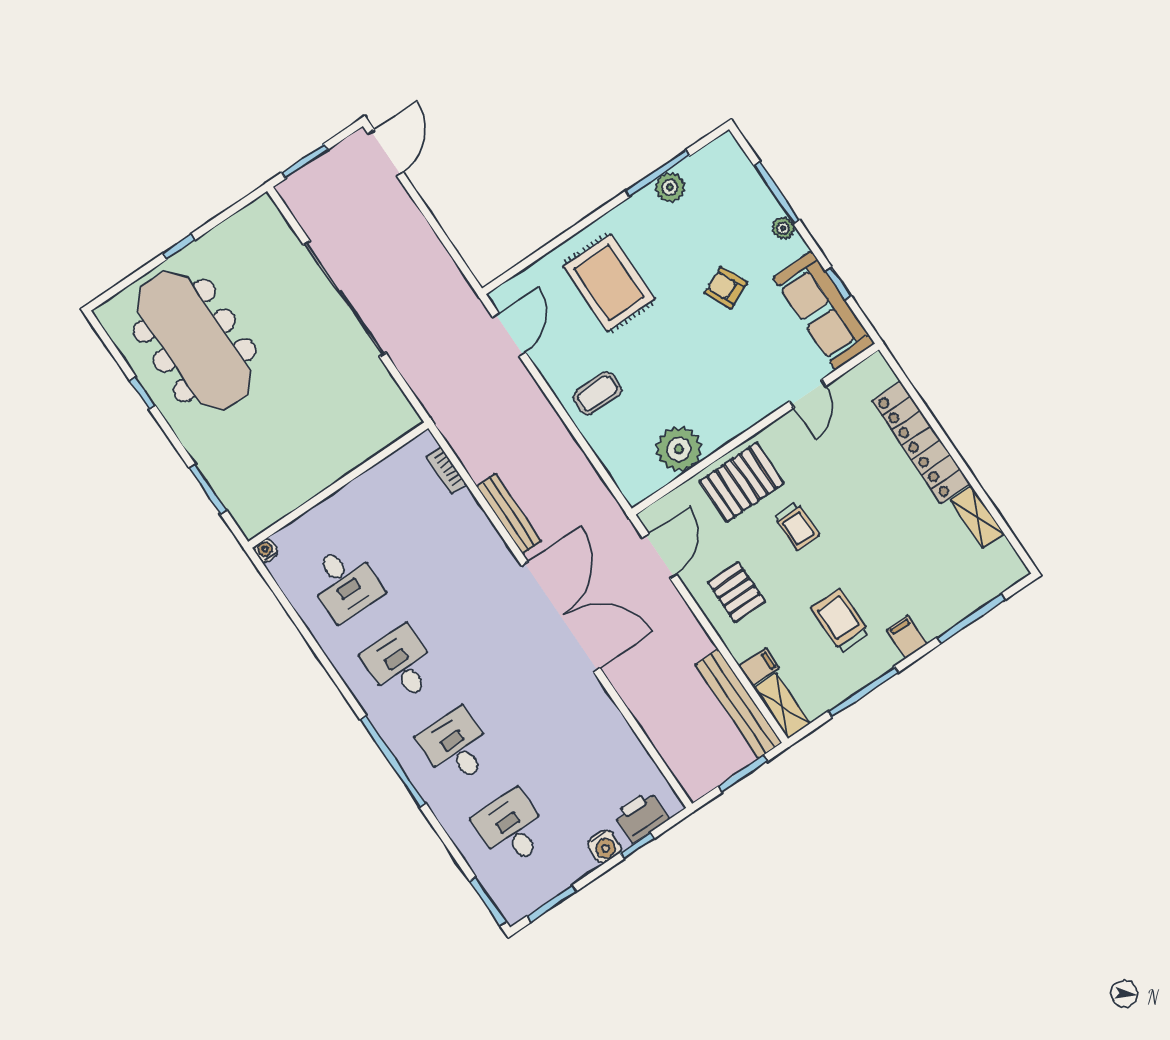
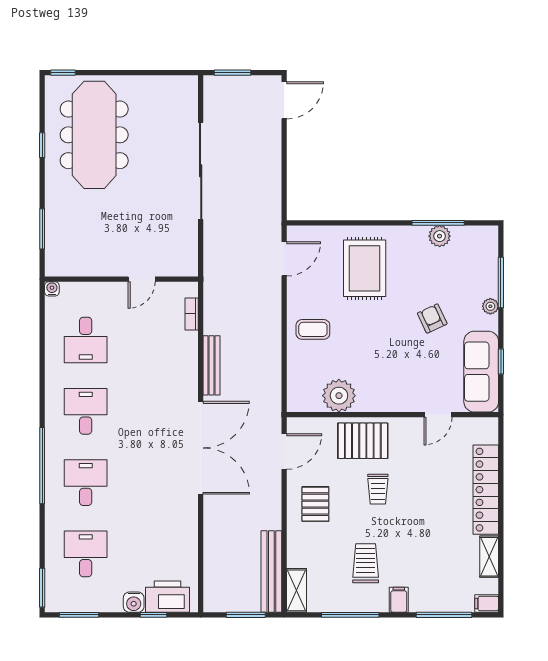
window: (179, 247) -> (63, 73), moved
door: (361, 469) -> (142, 279), added
filing cabinet: (759, 667) -> (487, 603), moved, turned 180
printer: (641, 817) -> (168, 597), width x1.37, depth x1.19

